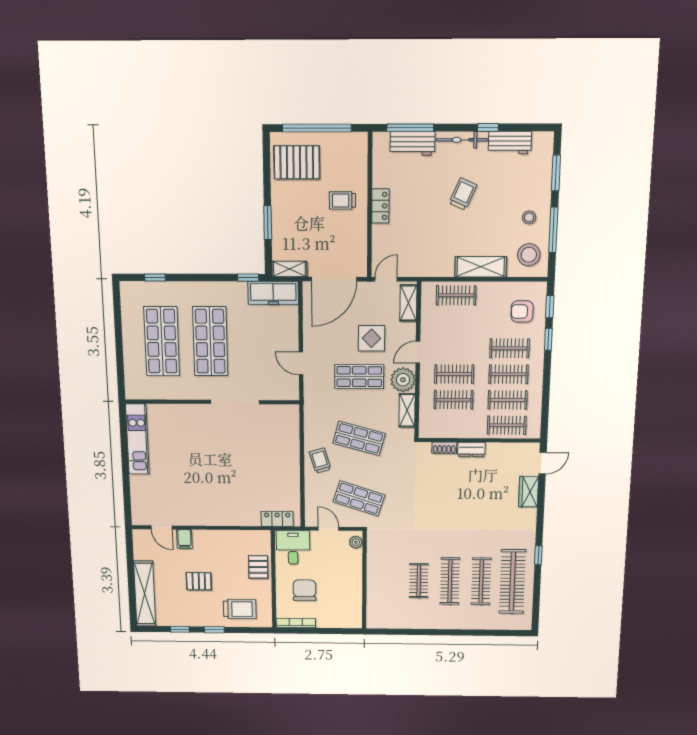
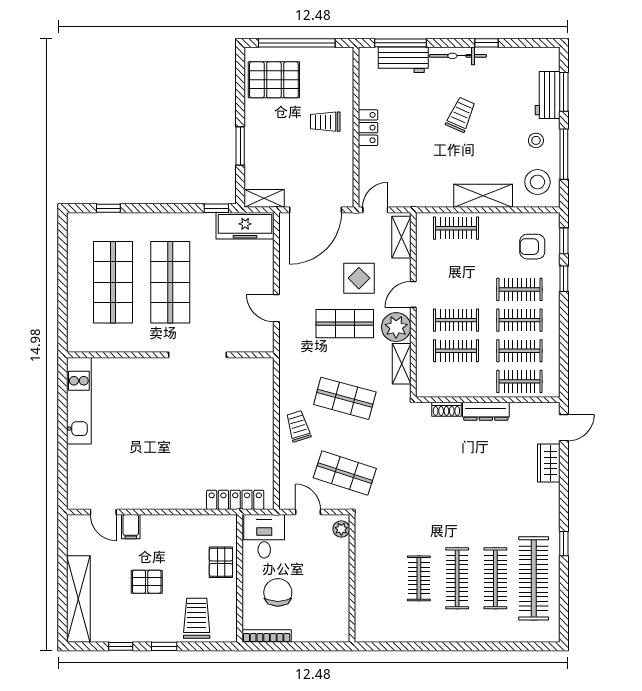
workbench: (510, 143) -> (548, 95), moved, turned 90
dresser: (471, 450) -> (486, 411), width x1.44
locker: (277, 519) -> (235, 500), width x1.53
trolley: (240, 609) -> (197, 618), turned -90

